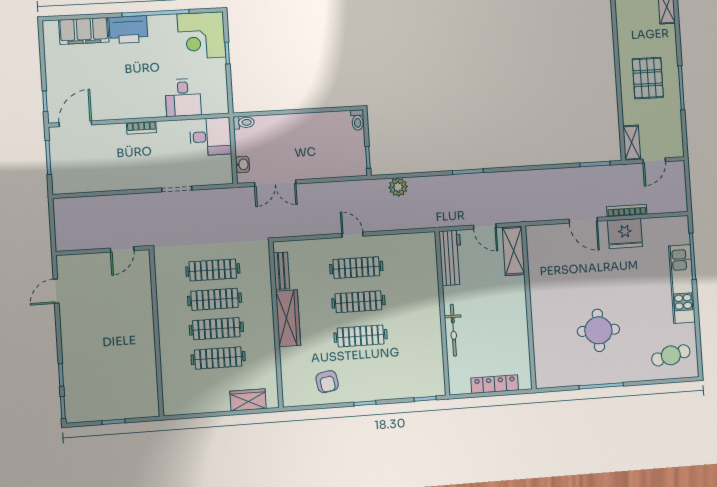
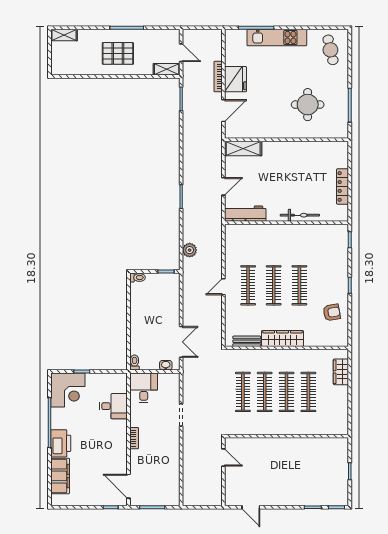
shelving: (514, 251) -> (243, 148), moved
wall: (529, 307) -> (287, 140), moved

